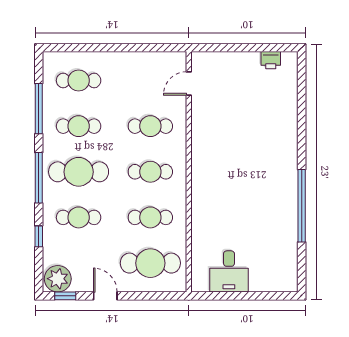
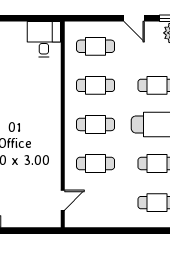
cafe table: (150, 263) -> (96, 46), width x0.73, depth x0.74
desk: (229, 271) -> (44, 39), moved

